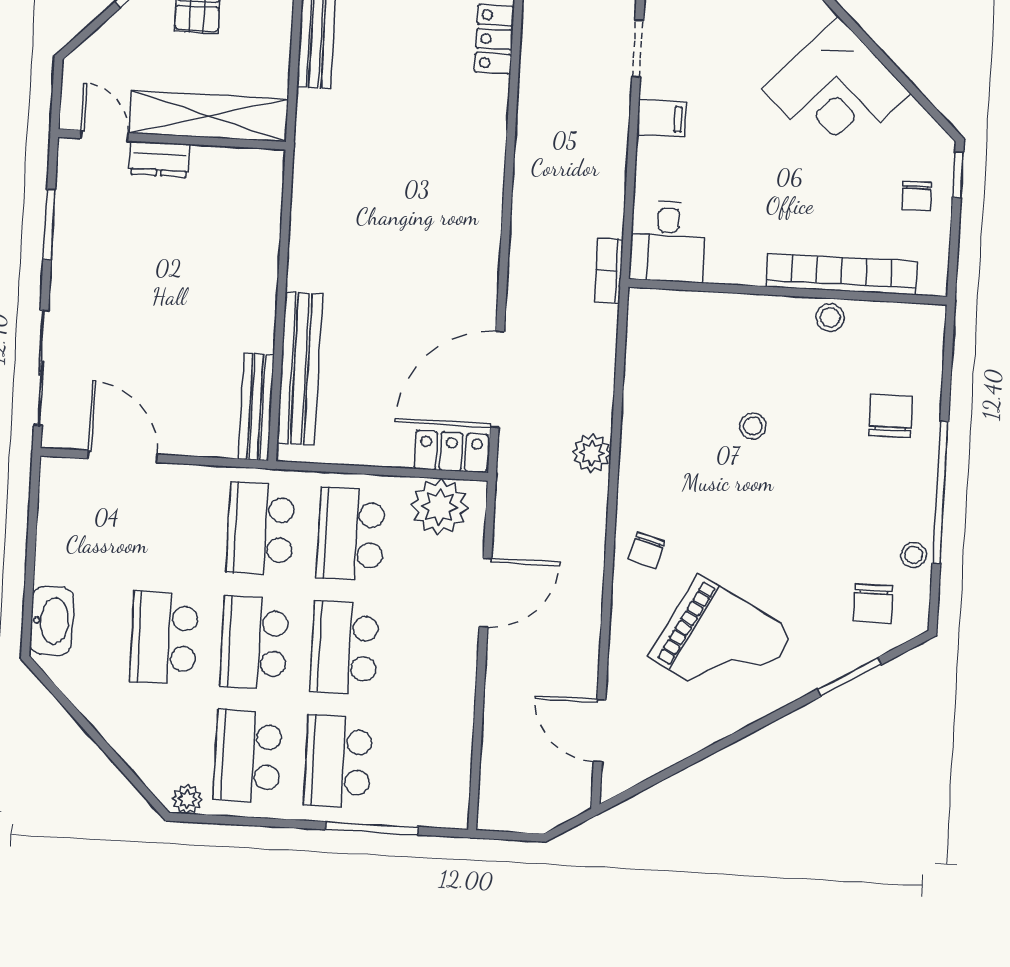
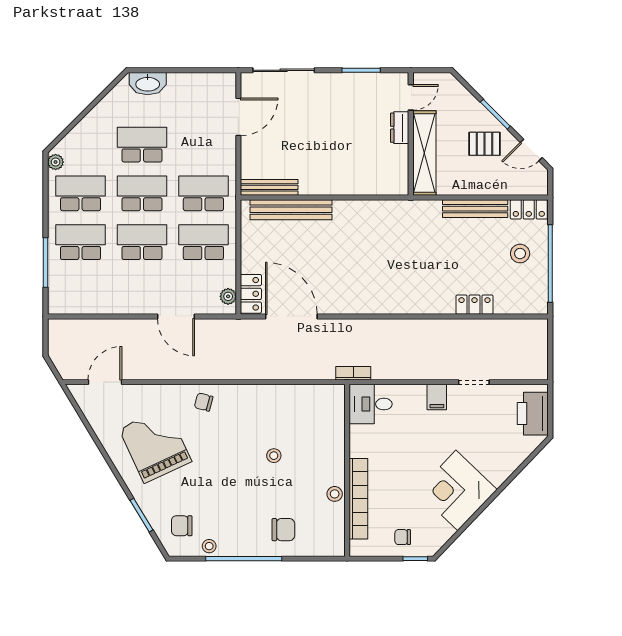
plant: (592, 453) -> (254, 370), removed
plant: (440, 507) -> (228, 296), width x0.53, depth x0.53
grand piano: (721, 644) -> (155, 445), turned 127

